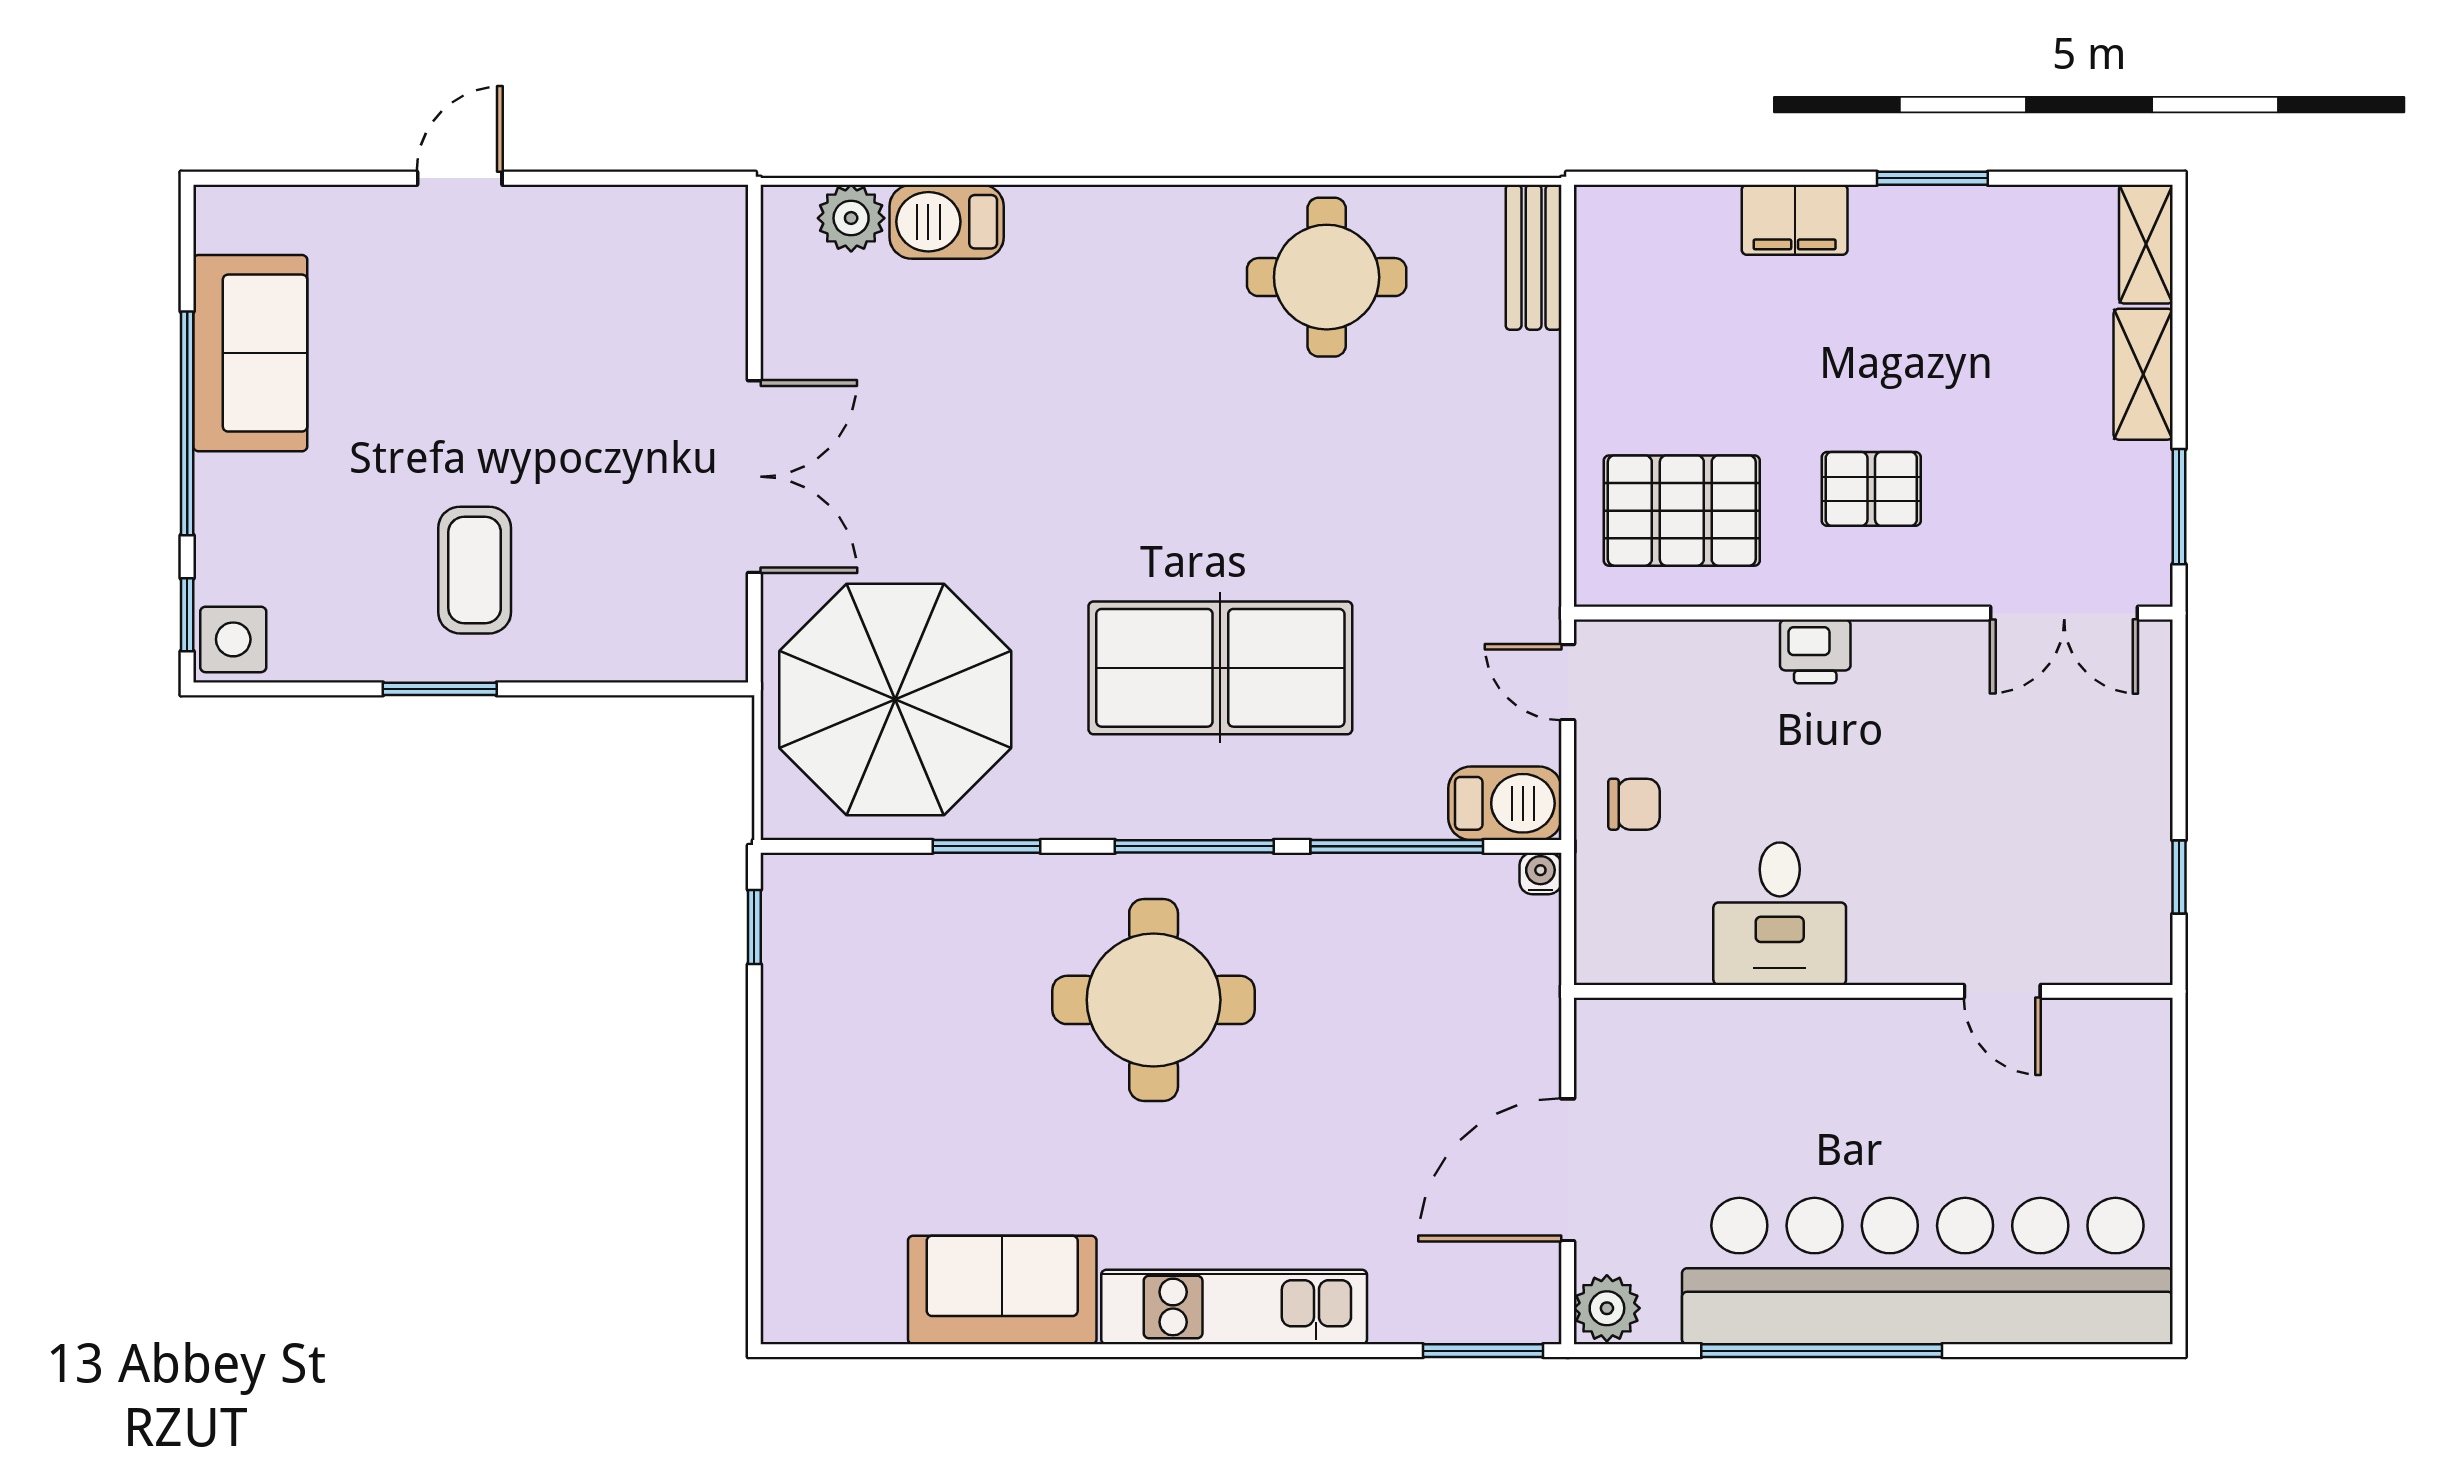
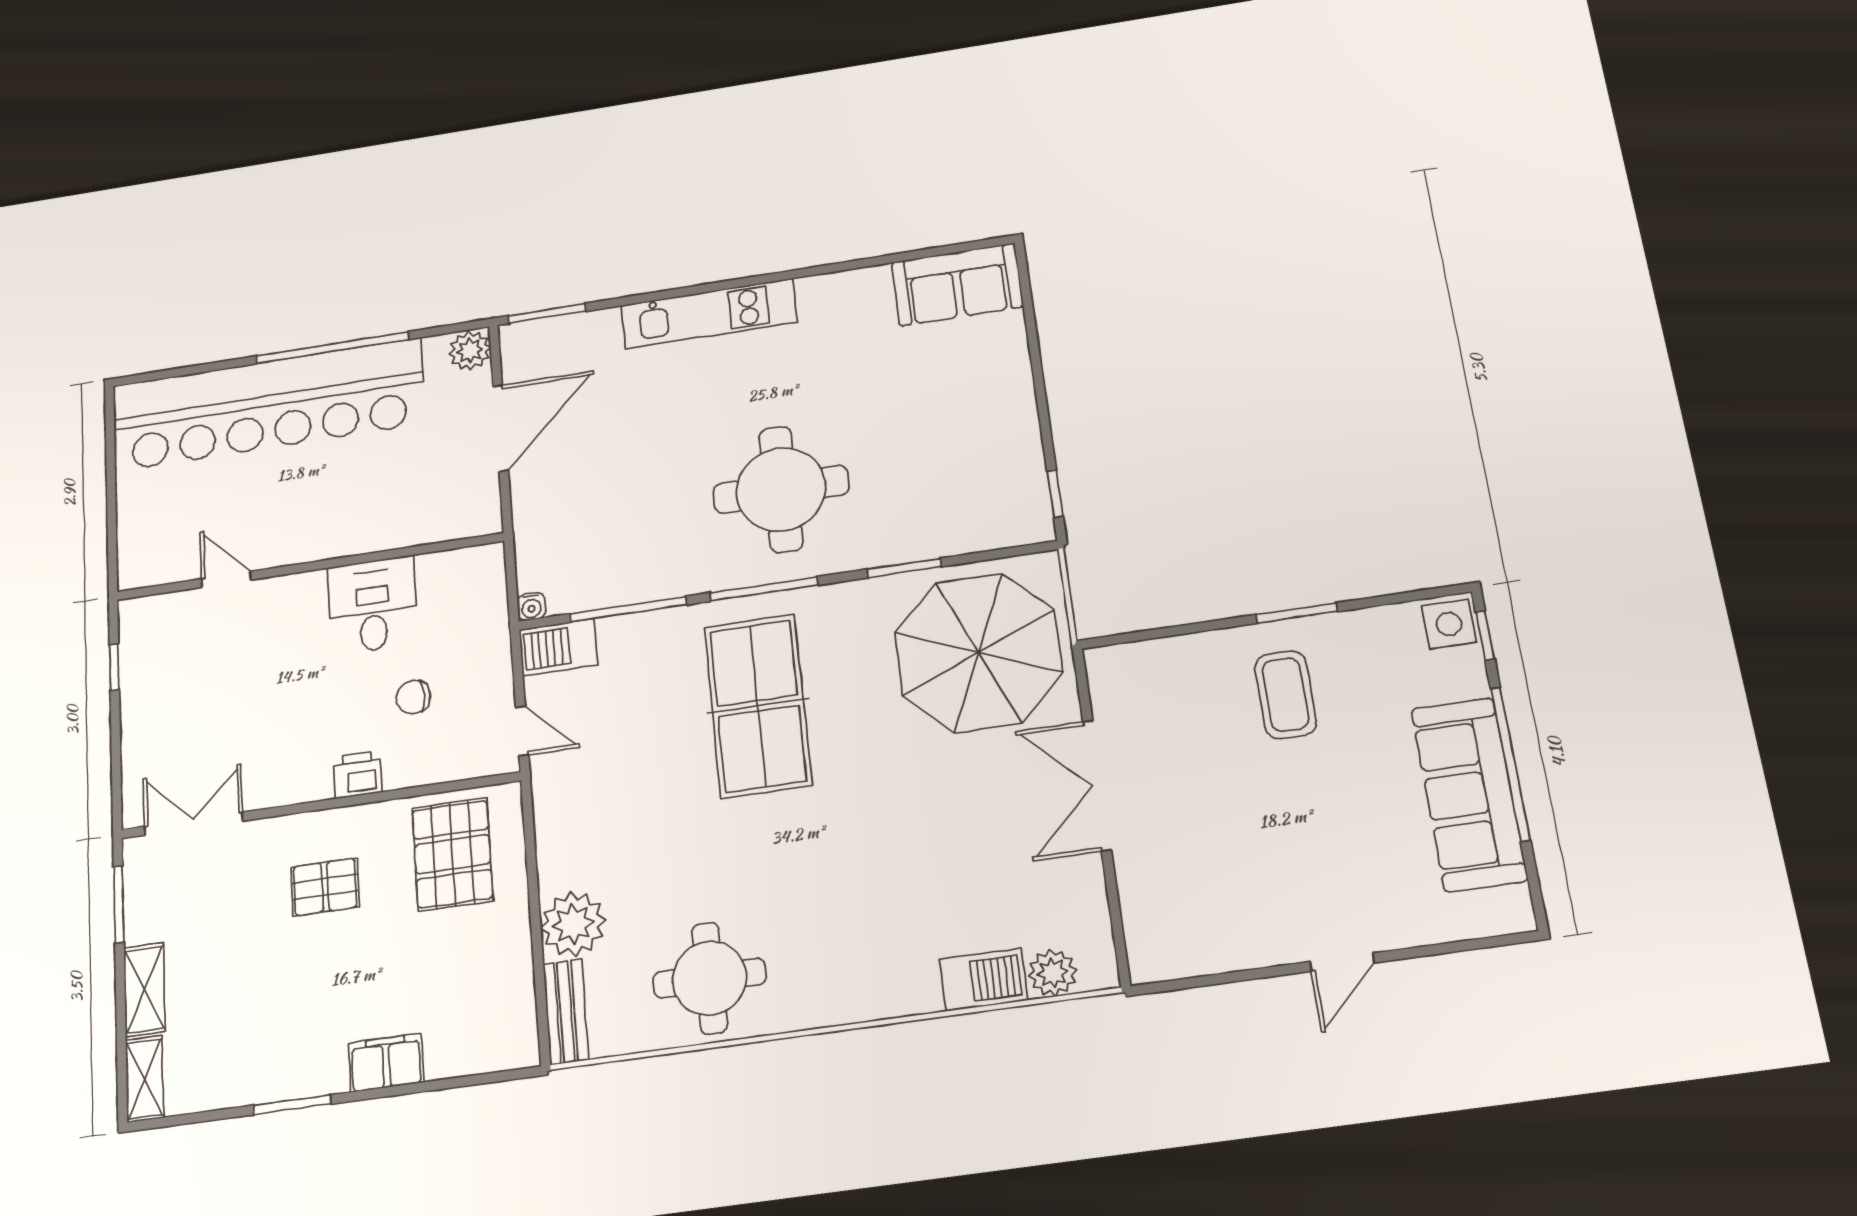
sofa: (250, 353) -> (1469, 794), width x1.36
plant: (1514, 382) -> (573, 924), added
pallet: (1682, 511) -> (452, 854), turned 90
table tennis table: (1220, 668) -> (758, 706), turned 90
chair: (1634, 804) -> (413, 697), moved
sofa: (1002, 1290) -> (957, 284), moved

